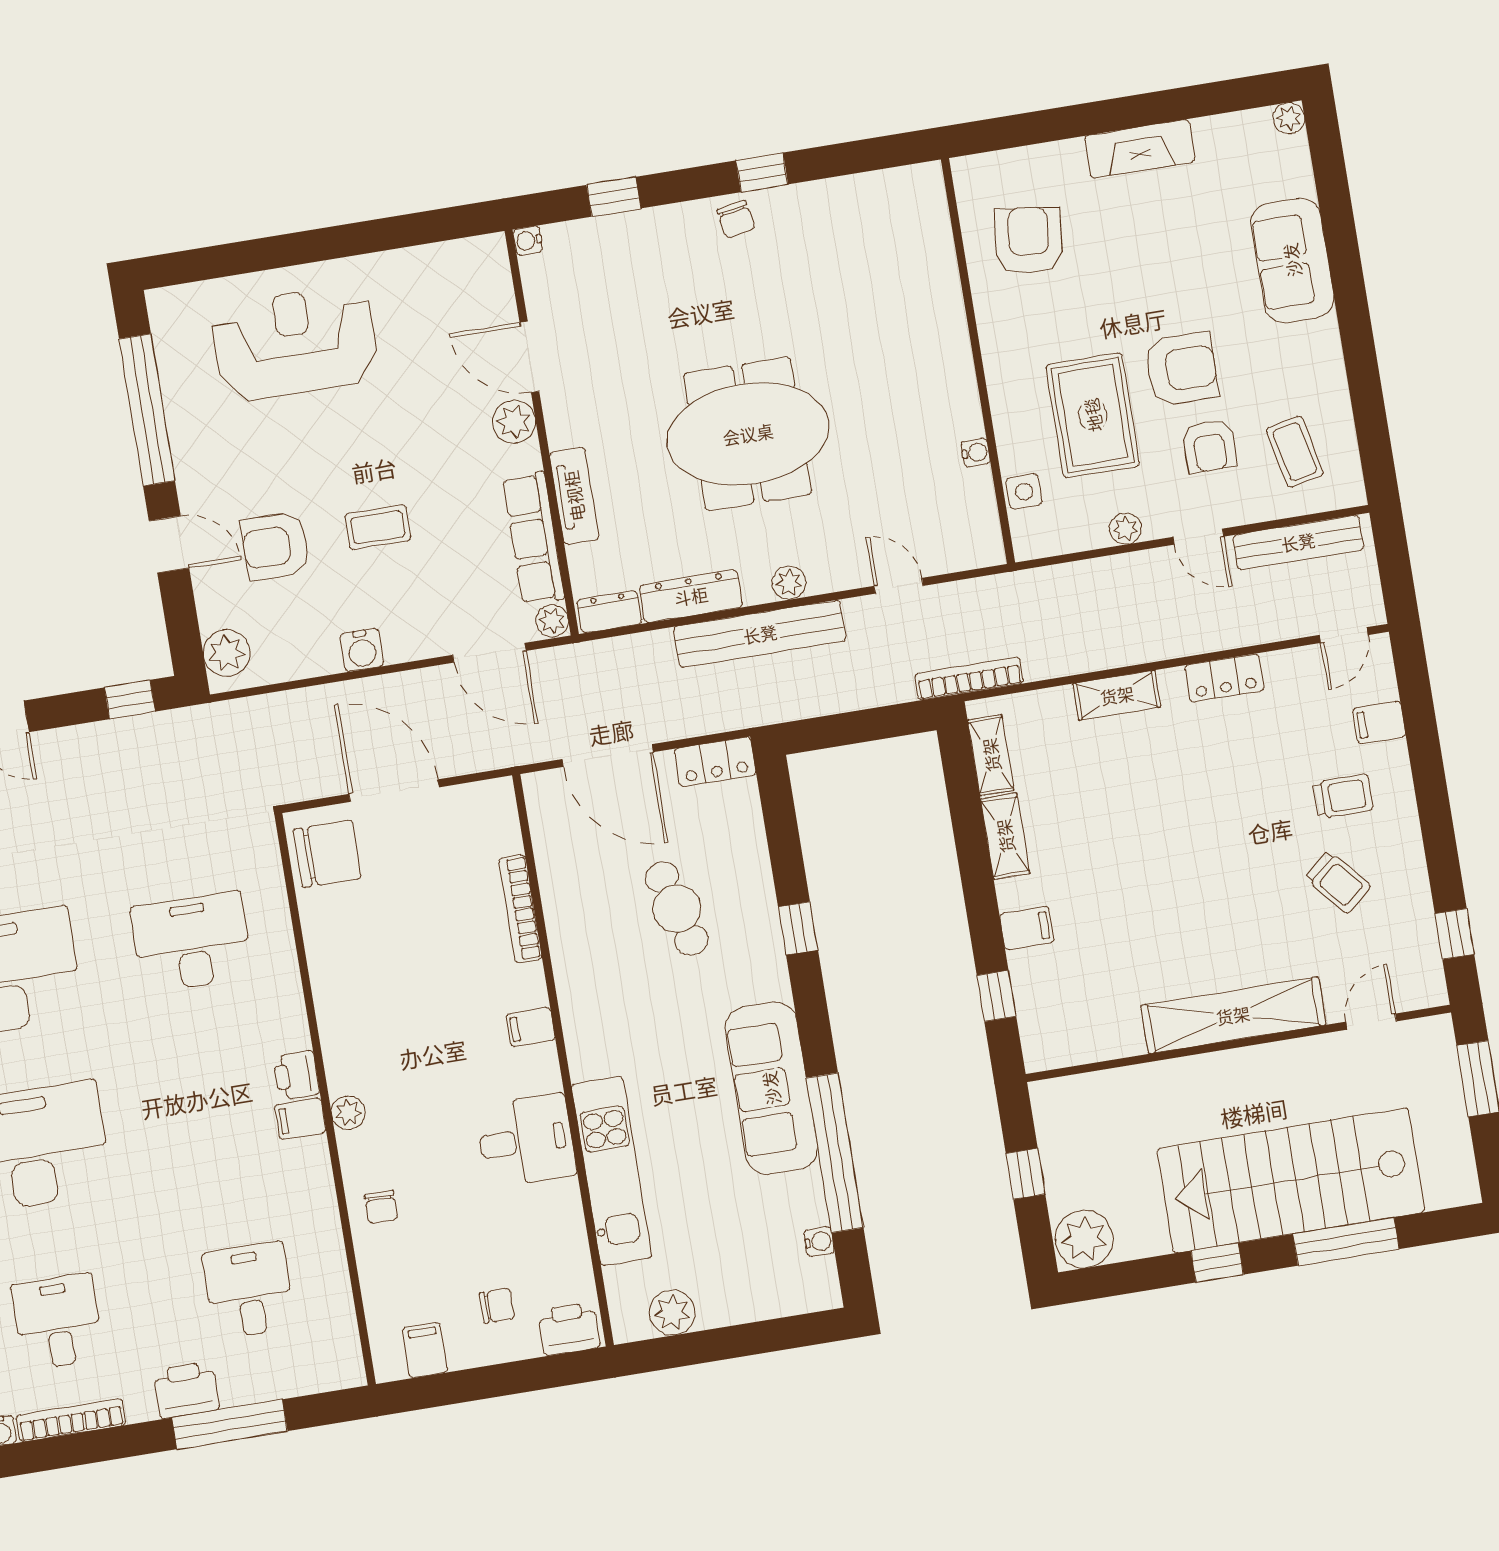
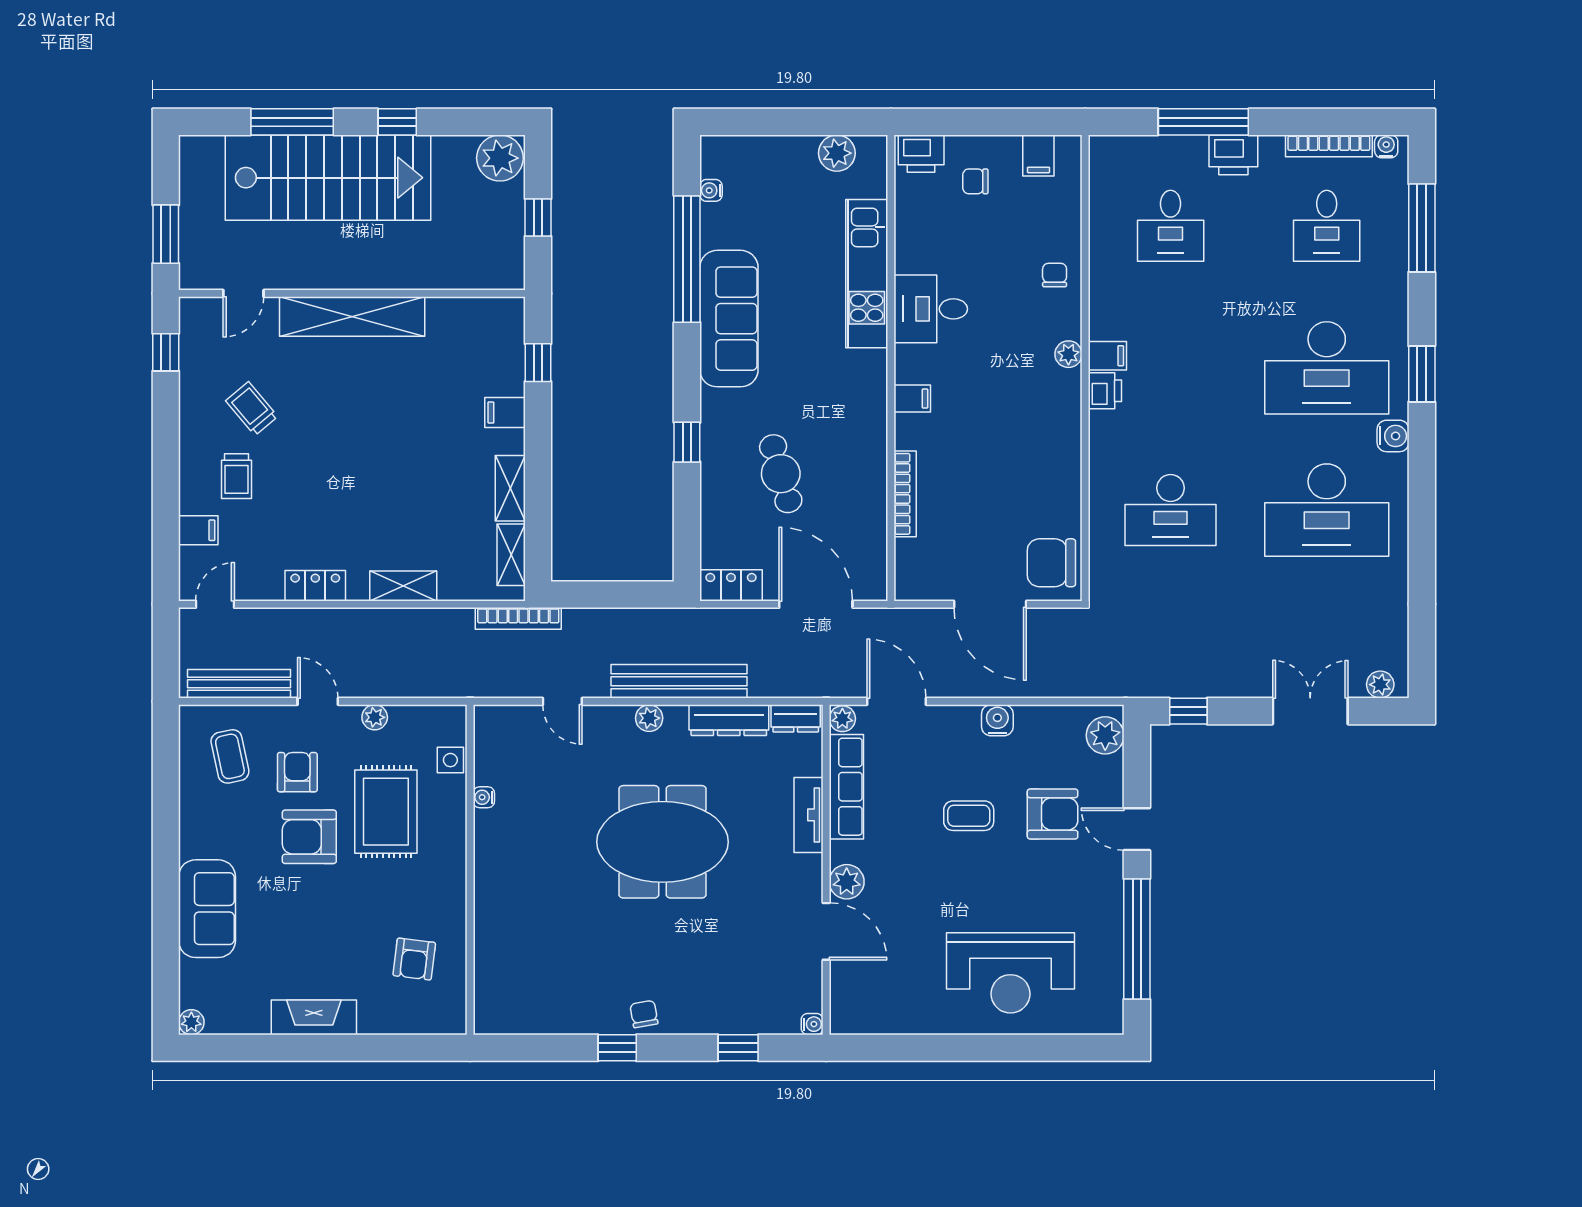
armchair: (1028, 240) -> (414, 959), width x0.72, depth x0.72
trolley: (1343, 796) -> (237, 476), turned -90

